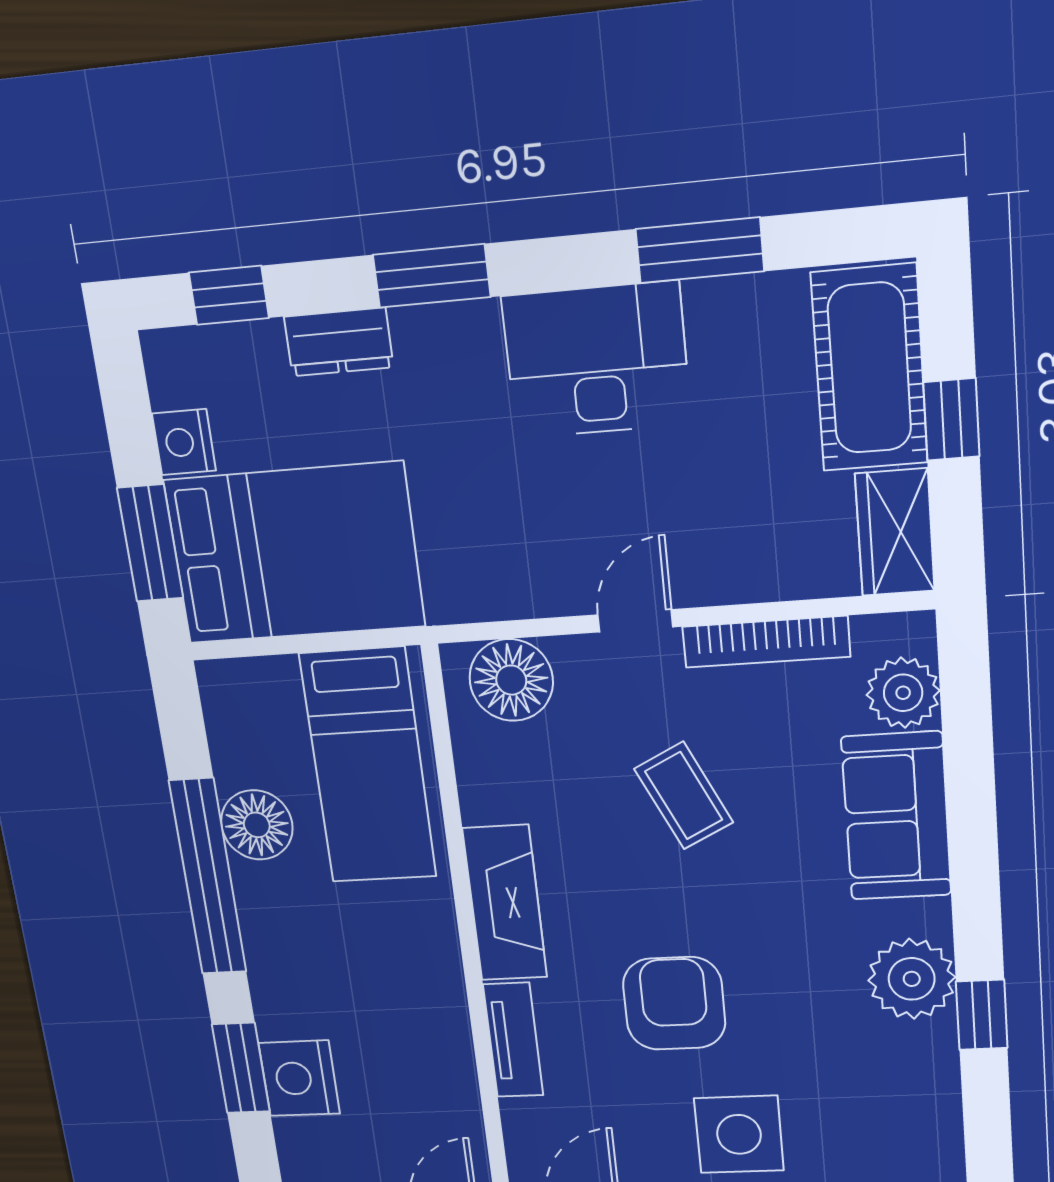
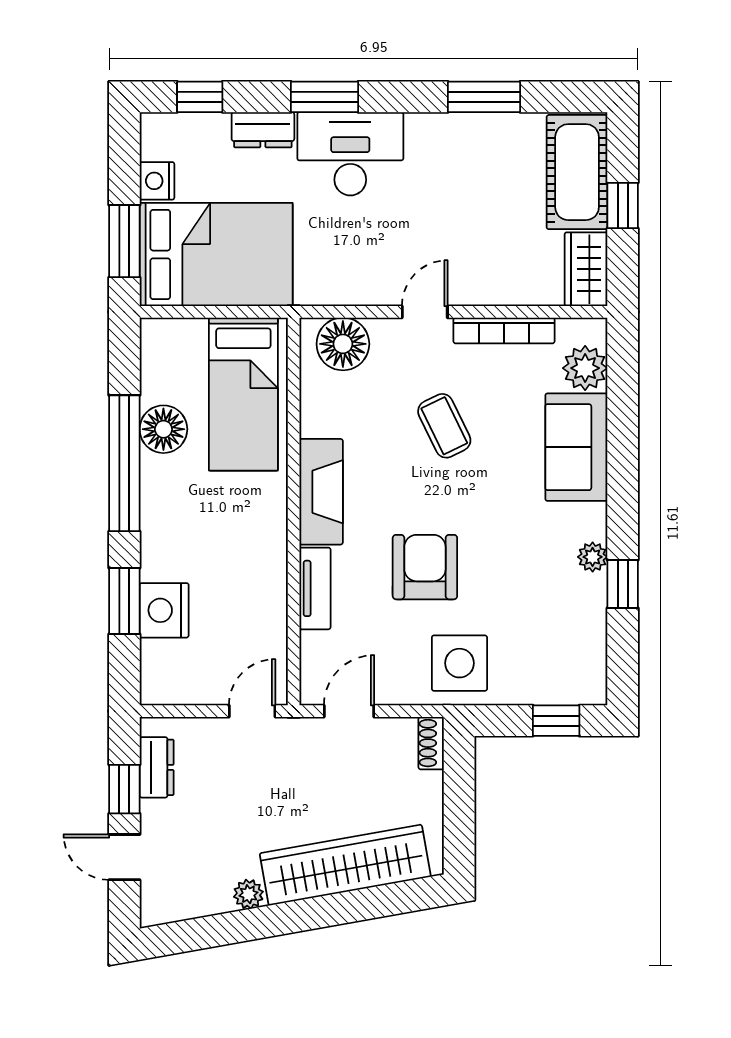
desk: (597, 360) -> (350, 154), moved
plant: (912, 979) -> (593, 557), width x0.53, depth x0.53

